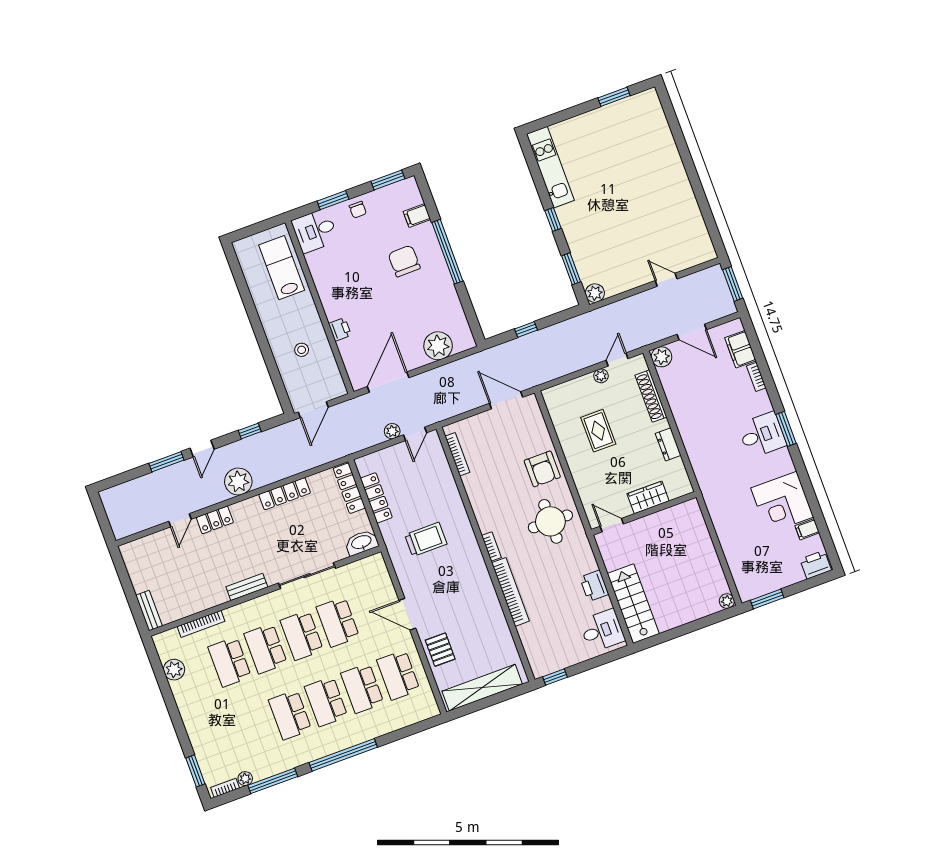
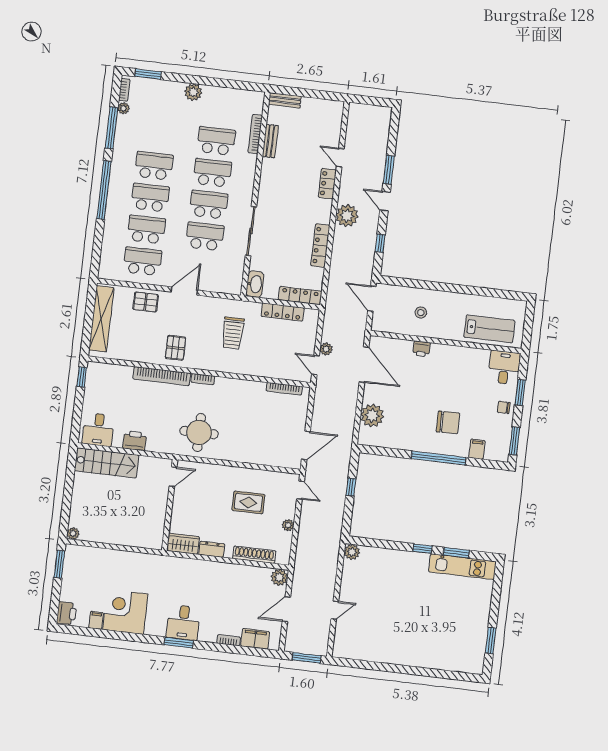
window: (571, 269) -> (456, 553), moved
door: (617, 359) -> (301, 490), moved
armchair: (542, 469) -> (241, 446), removed
wardrobe: (648, 497) -> (183, 544), moved, turned -90
bench: (247, 587) -> (270, 141), moved
pallet: (473, 593) -> (175, 348), added
plant: (174, 670) -> (193, 92), moved

